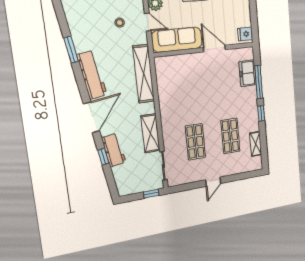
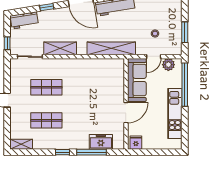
shelving: (256, 144) -> (21, 144), moved
workbench: (114, 150) -> (24, 20), moved

